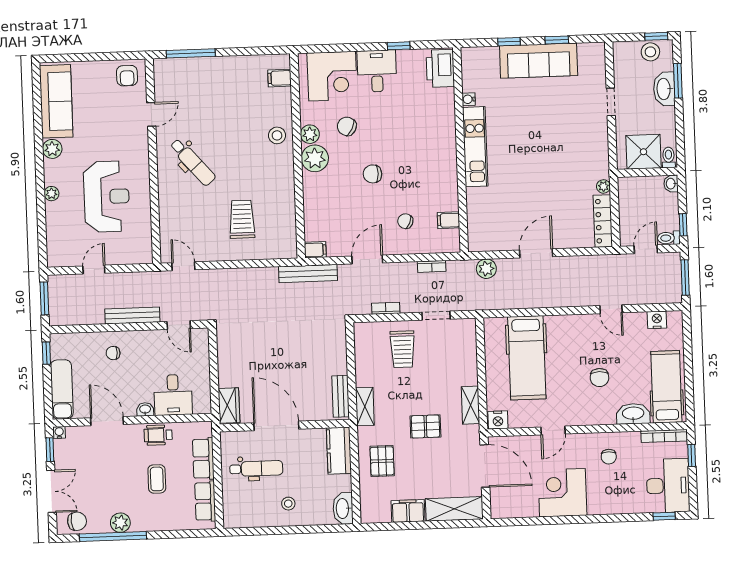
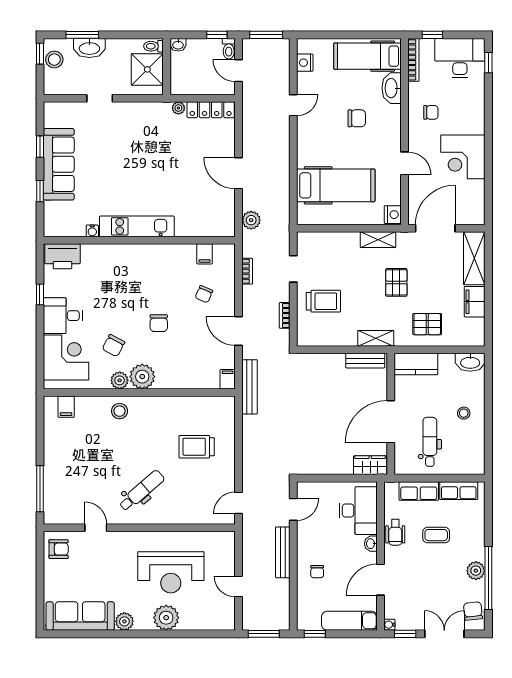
plant: (51, 194) -> (166, 618), width x1.88, depth x1.88
reception desk: (107, 197) -> (171, 572), turned 180
desk: (173, 395) -> (358, 511), width x1.37

